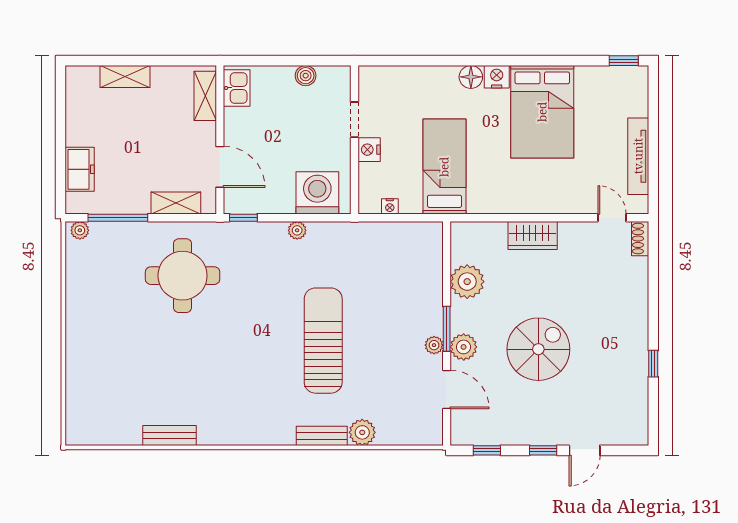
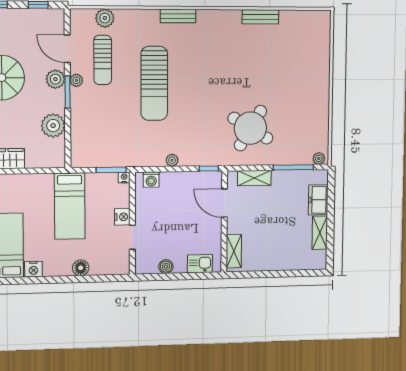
shelving: (125, 77) -> (320, 233), moved, turned 90
floor lamp: (471, 77) -> (81, 268), moved
kitchen sink: (237, 88) -> (200, 264), moved, turned 90
washing machine: (317, 193) -> (151, 180), width x0.53, depth x0.53
nightstand: (390, 206) -> (124, 177), moved
window: (385, 218) -> (111, 170), added
round table: (183, 276) -> (250, 128), turned 31
sun lounger: (397, 374) -> (103, 60), added
plant: (362, 432) -> (105, 18), moved
bench: (322, 436) -> (178, 16), moved

